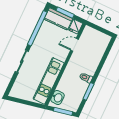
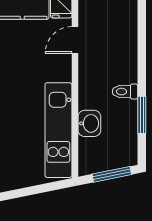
washbasin: (57, 98) -> (89, 123), moved

